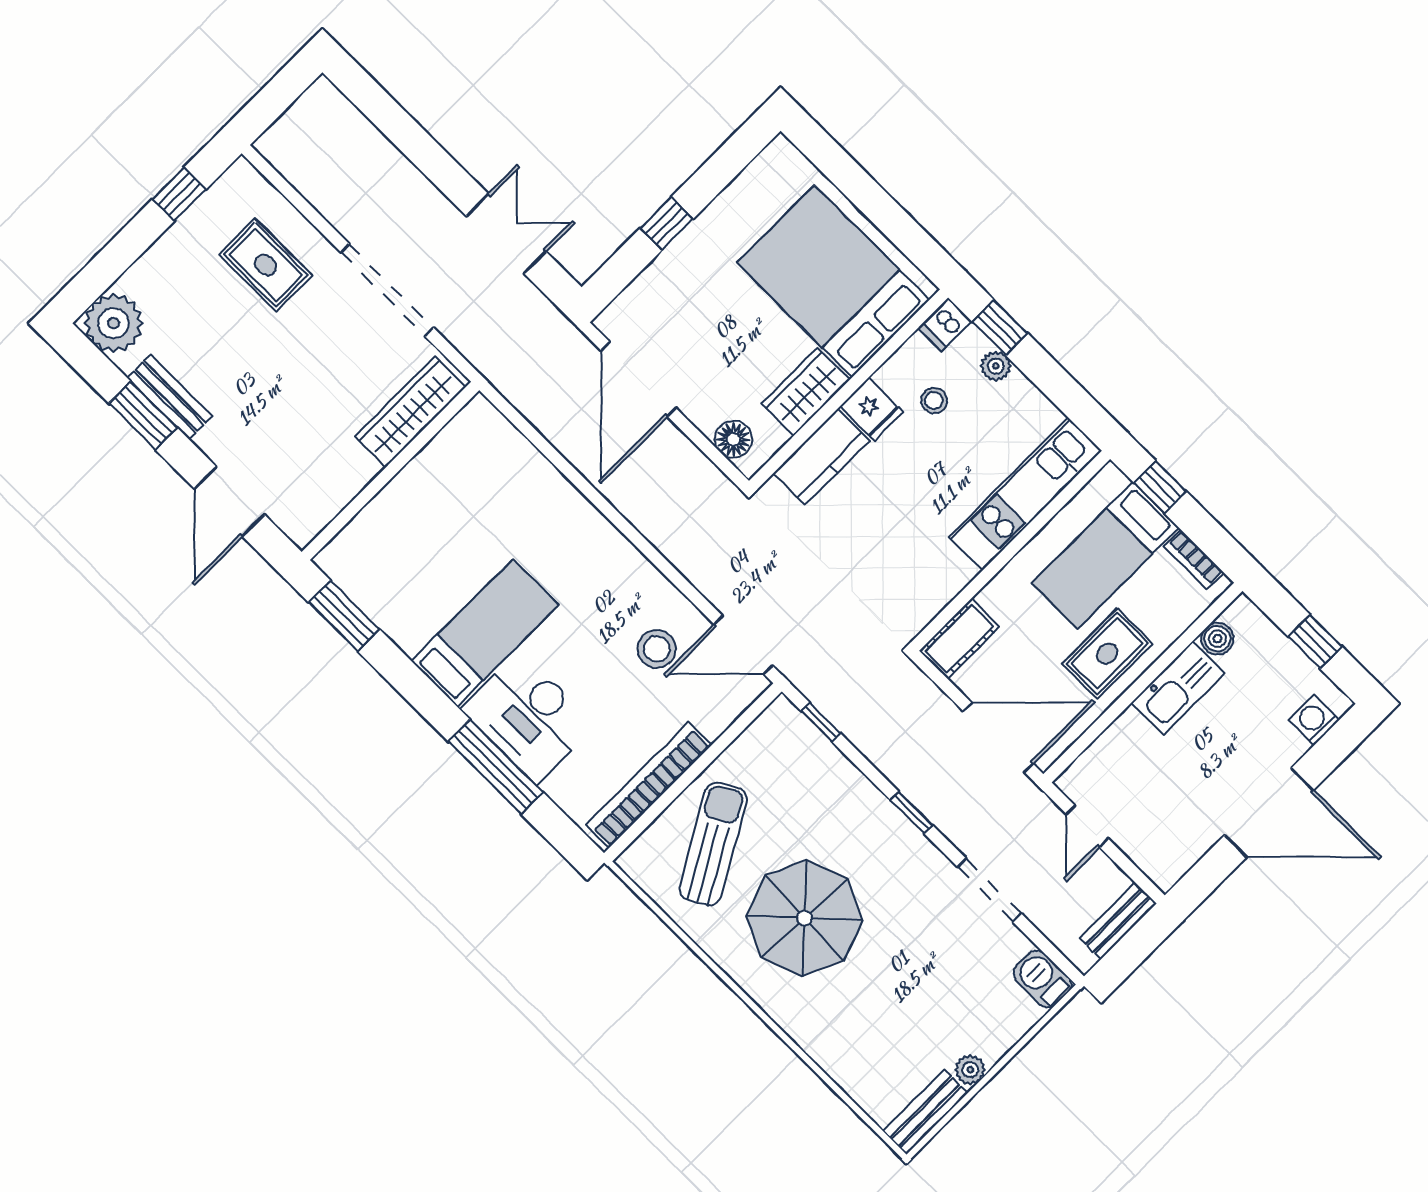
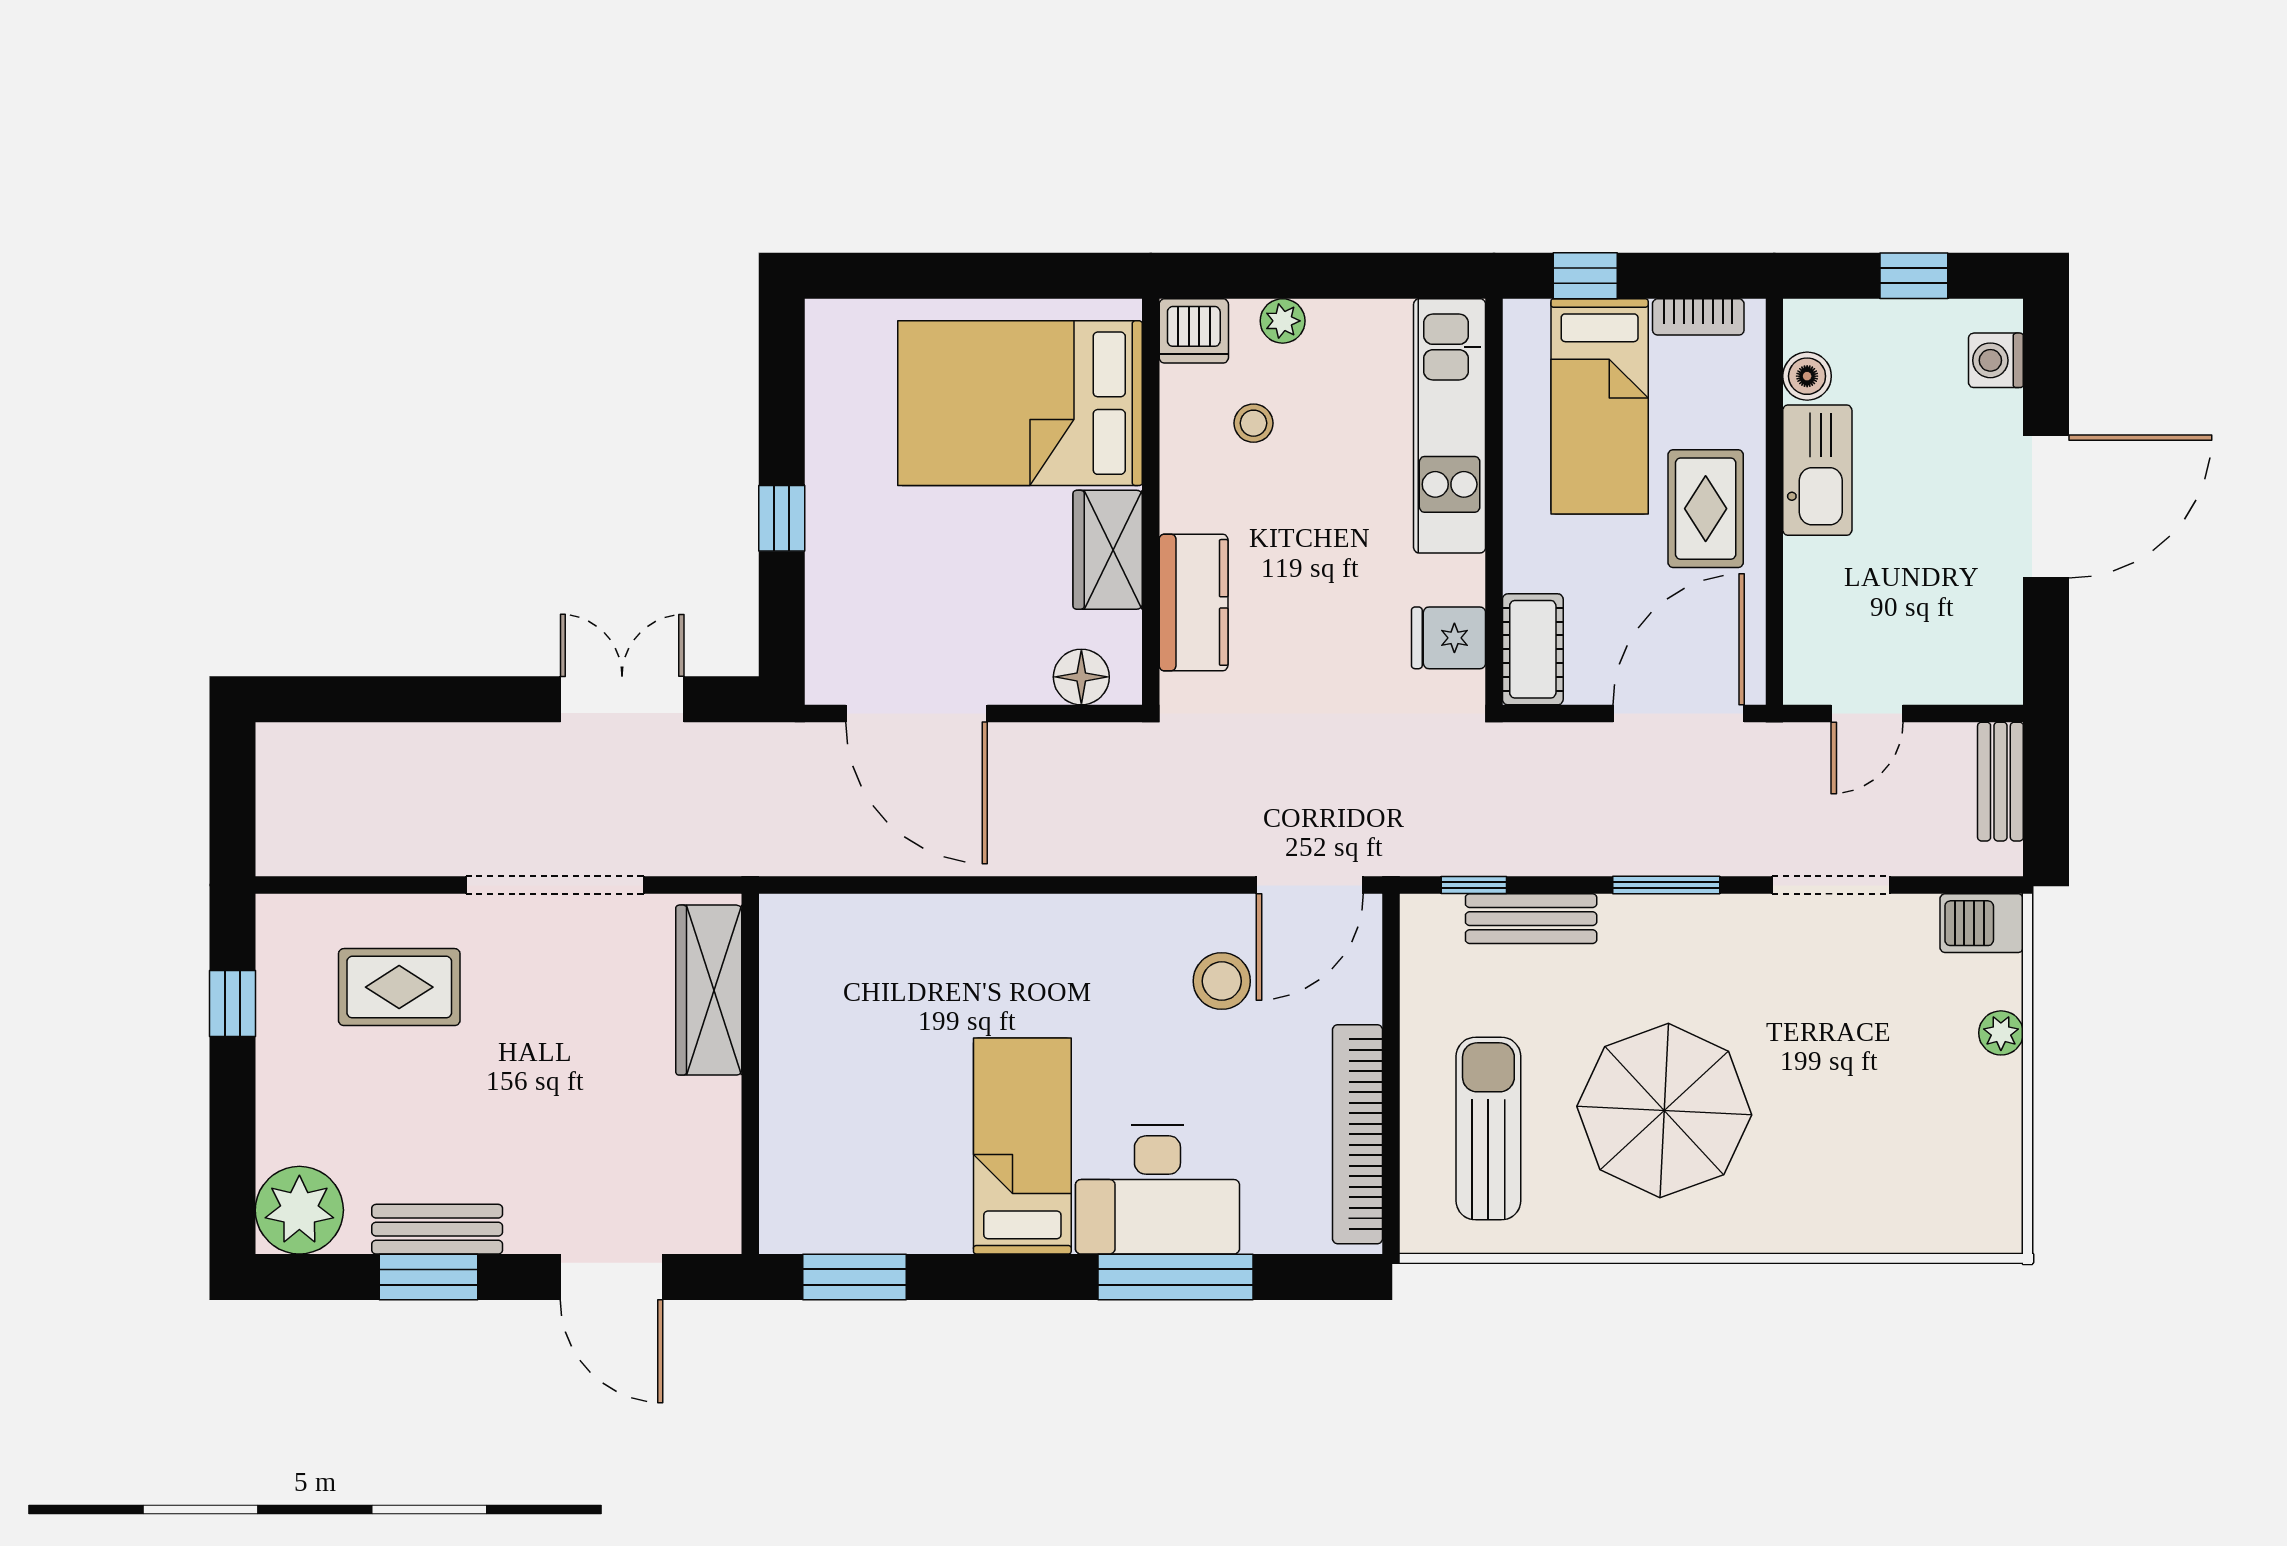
dishwasher: (945, 324) -> (1194, 331), width x1.38
window: (1000, 327) -> (1246, 276), removed
fridge: (872, 409) -> (1449, 638), moved, turned 180
window: (912, 813) -> (1666, 885), width x1.50
door: (1087, 826) -> (1867, 713), hinge flipped
sun lounger: (713, 844) -> (1488, 1129), turned 30
plant: (970, 1070) -> (2001, 1033), moved
bench: (925, 1112) -> (1531, 919), moved, turned 90

